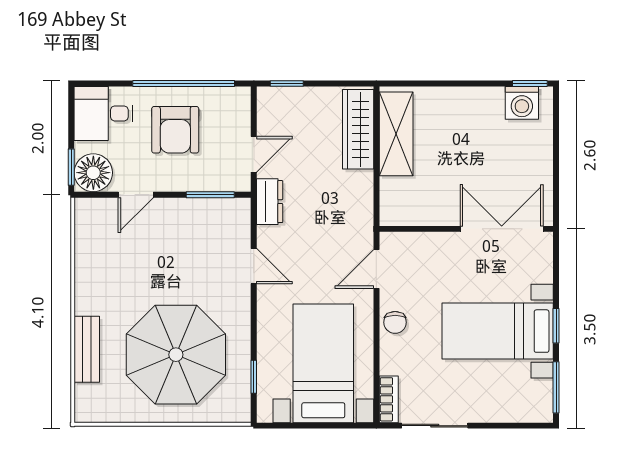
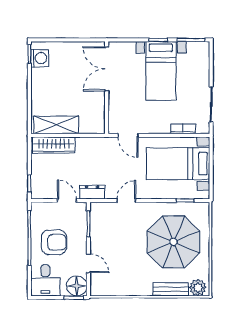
chair: (395, 322) -> (156, 126), removed
bookcase: (389, 399) -> (183, 129), moved
plant: (90, 400) -> (198, 288), added

